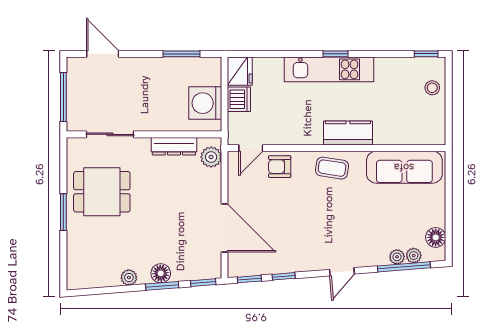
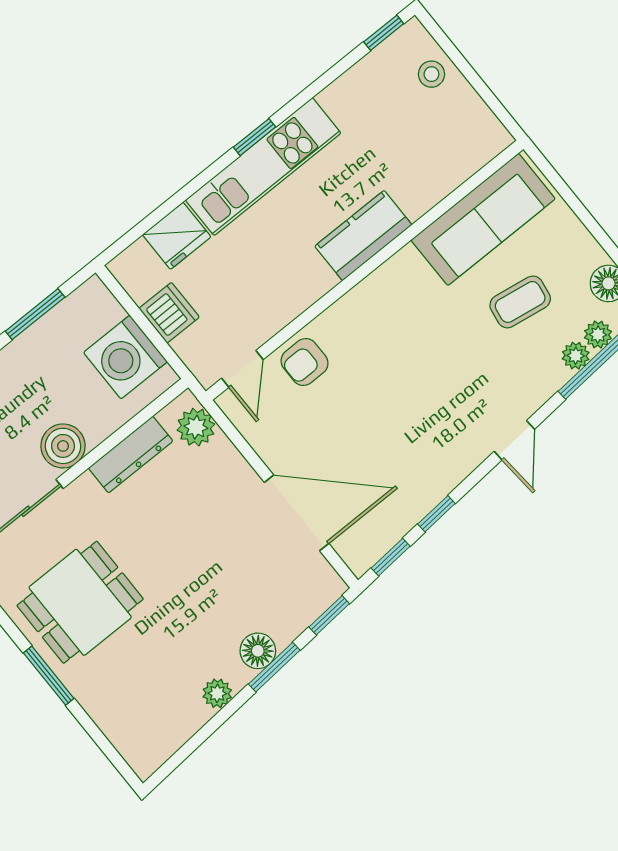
fridge: (240, 71) -> (177, 236), moved, turned 90
boiler: (148, 119) -> (63, 446), added
coffee table: (332, 168) -> (520, 302), moved

